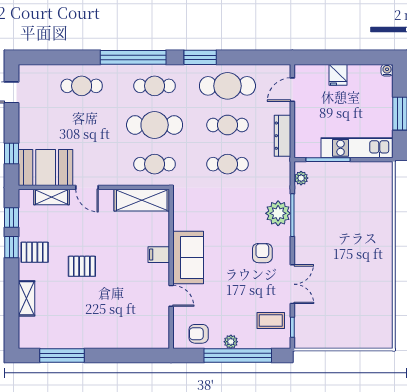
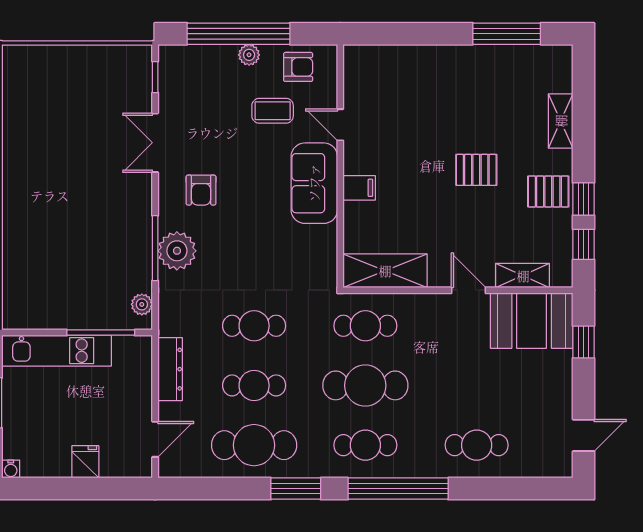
coffee table: (271, 320) -> (273, 111), moved

